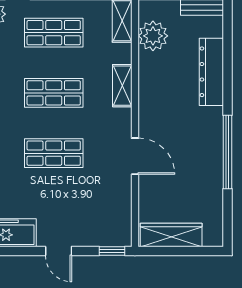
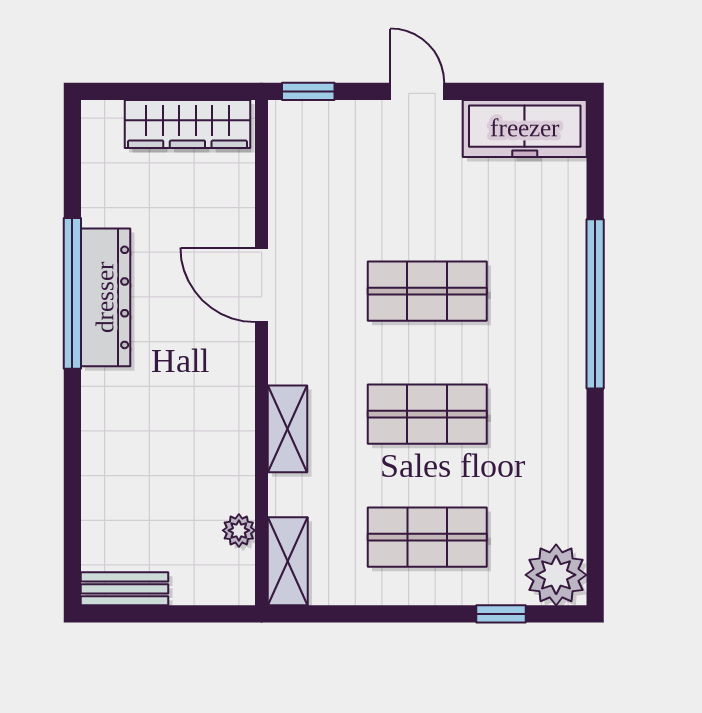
plant: (153, 36) -> (239, 530), width x0.53, depth x0.53
dresser: (211, 72) -> (105, 297), moved

